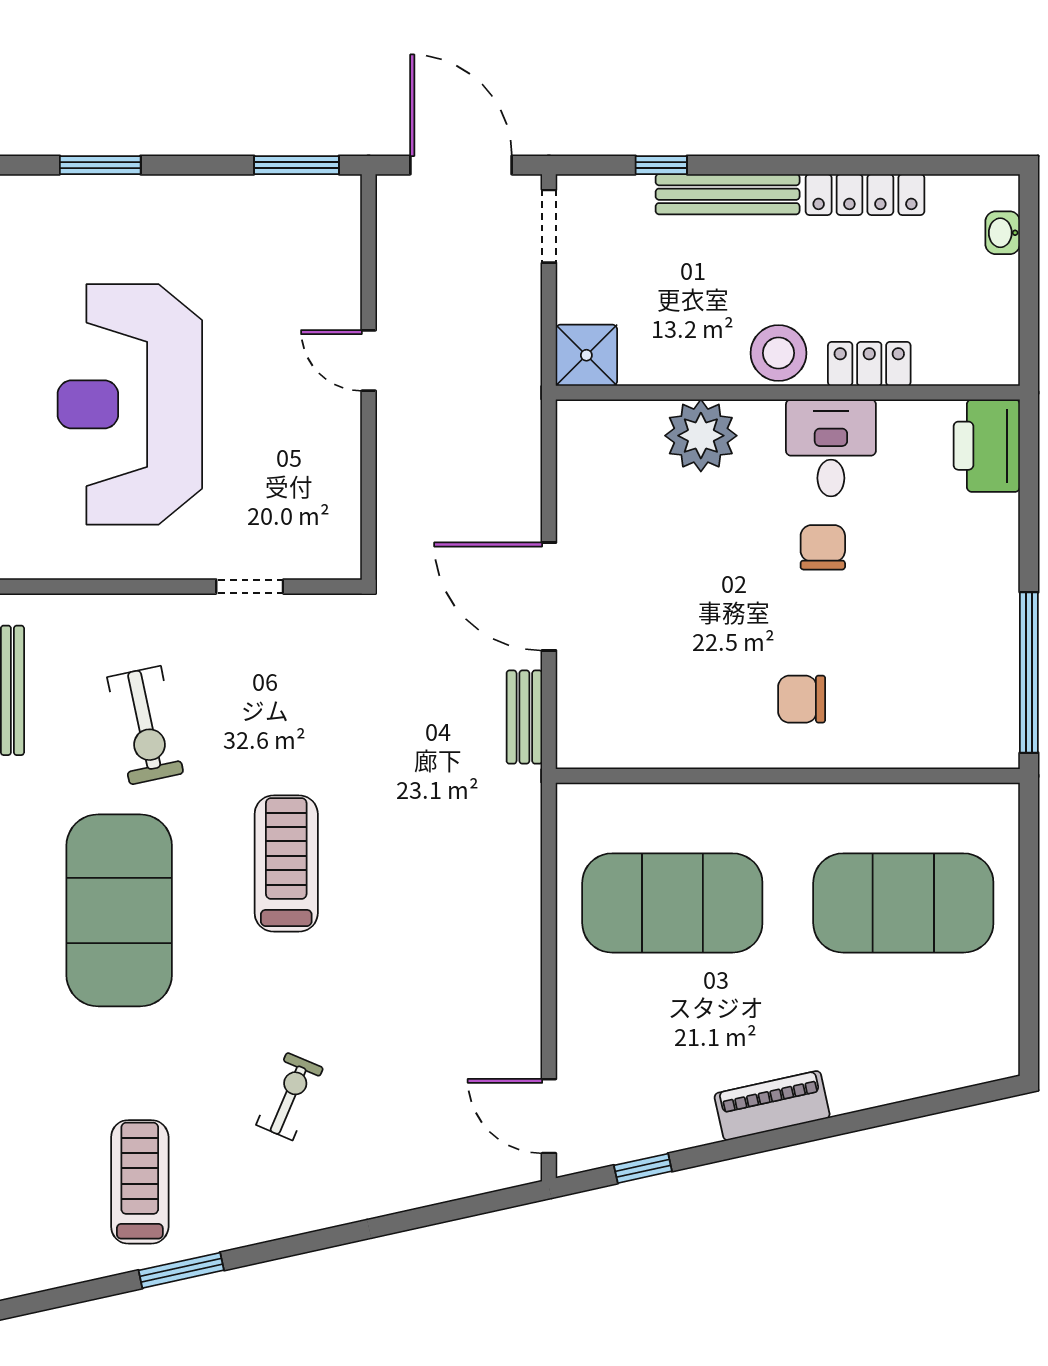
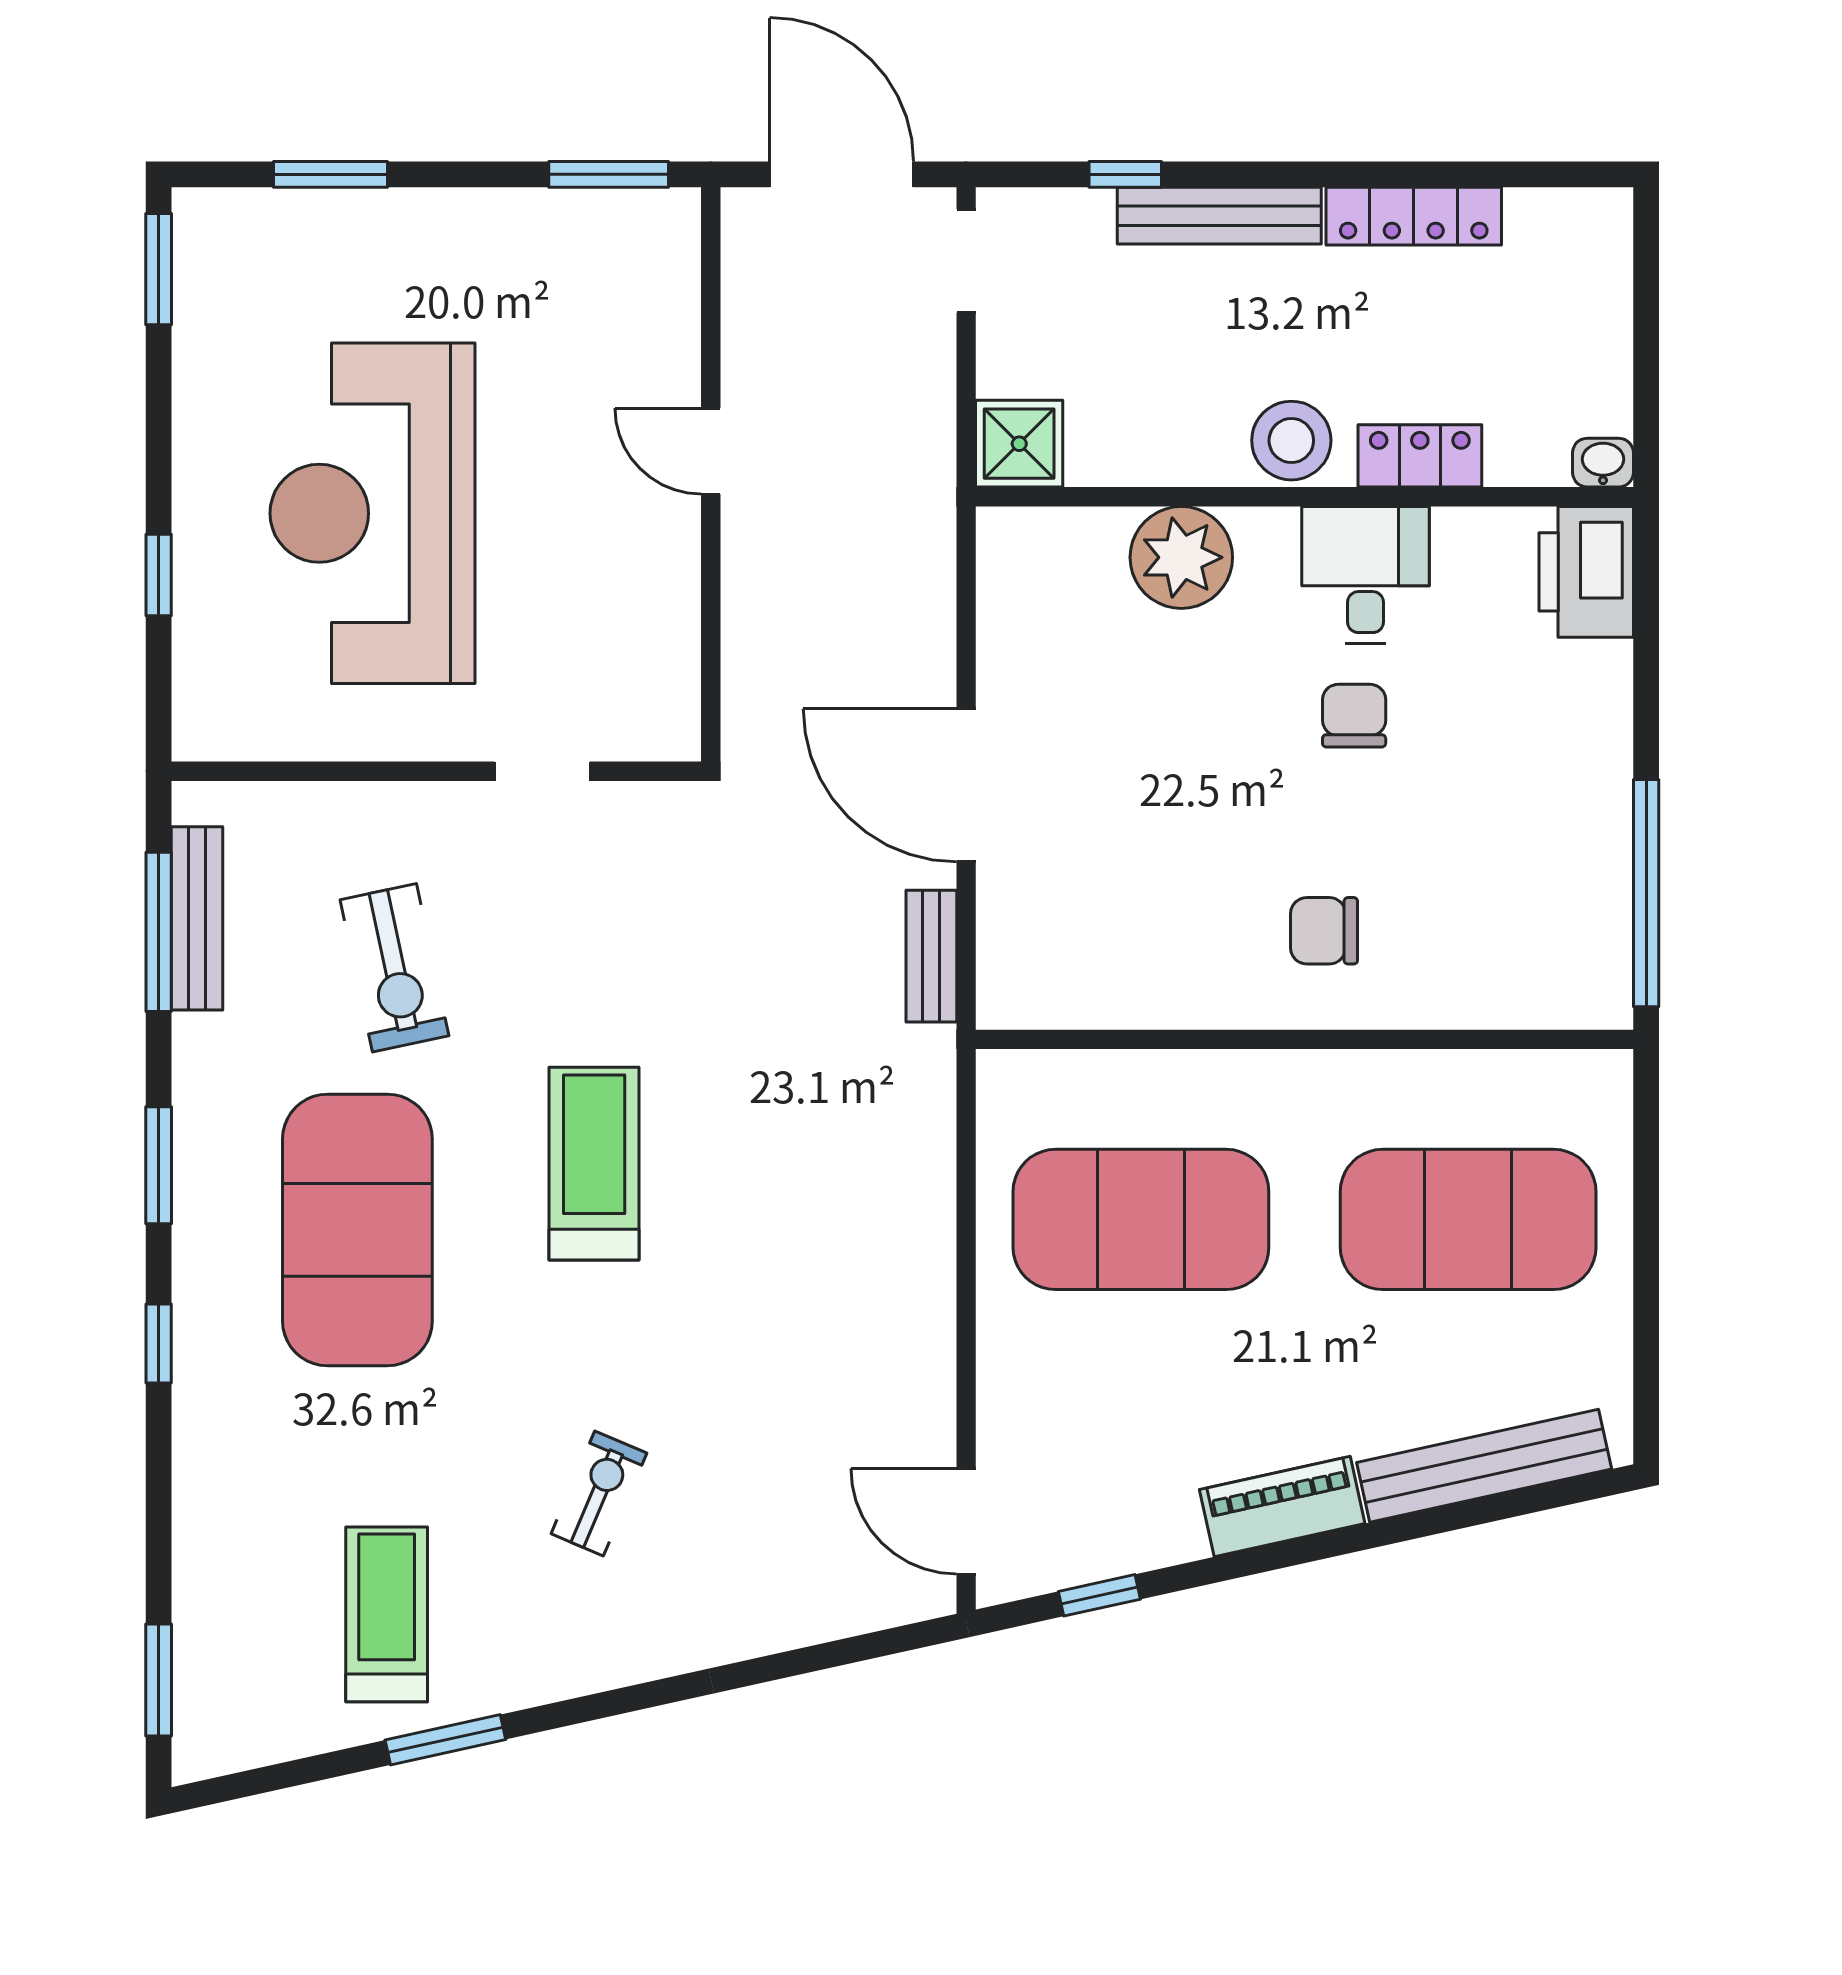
washbasin: (1003, 233) -> (1603, 463), moved, turned 90
bench: (915, 1077) -> (1484, 1466), added

